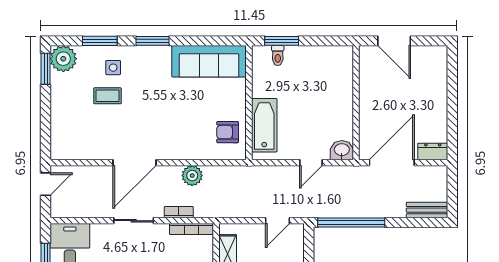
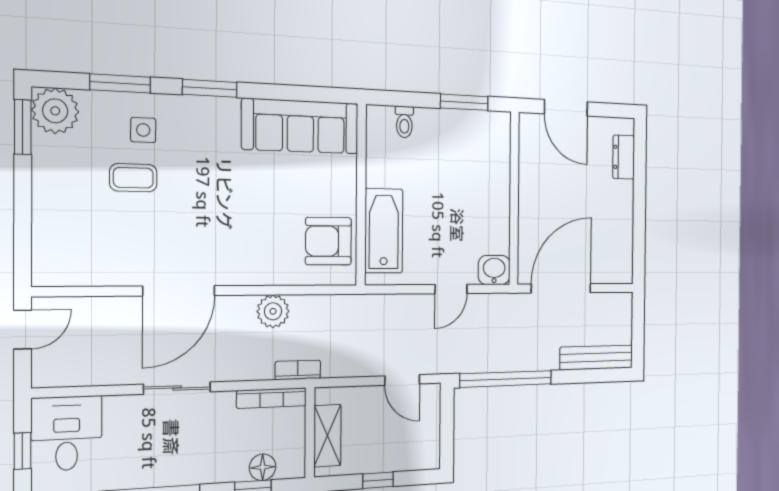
window: (282, 41) -> (464, 102), moved
armchair: (228, 132) -> (328, 241), width x1.38, depth x1.38
dresser: (433, 151) -> (624, 157), moved, turned -90
bench: (427, 210) -> (596, 357), width x1.36
bookcase: (179, 212) -> (298, 370), moved
door: (277, 221) -> (402, 380), hinge flipped

